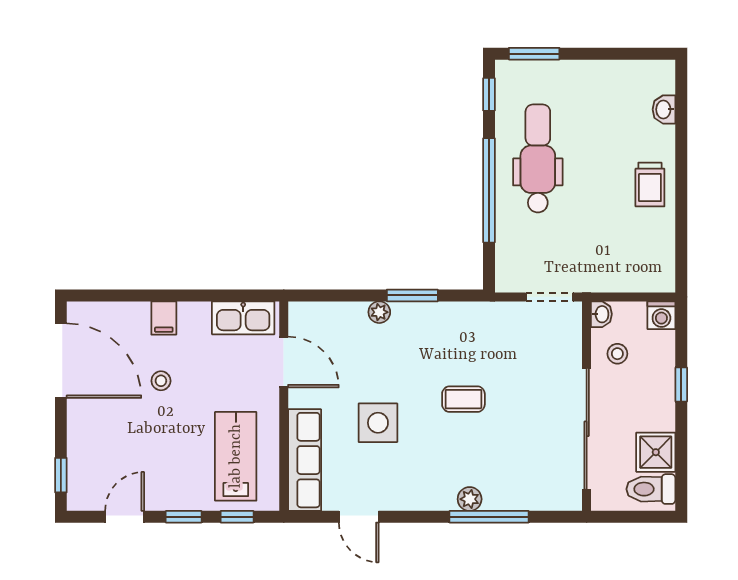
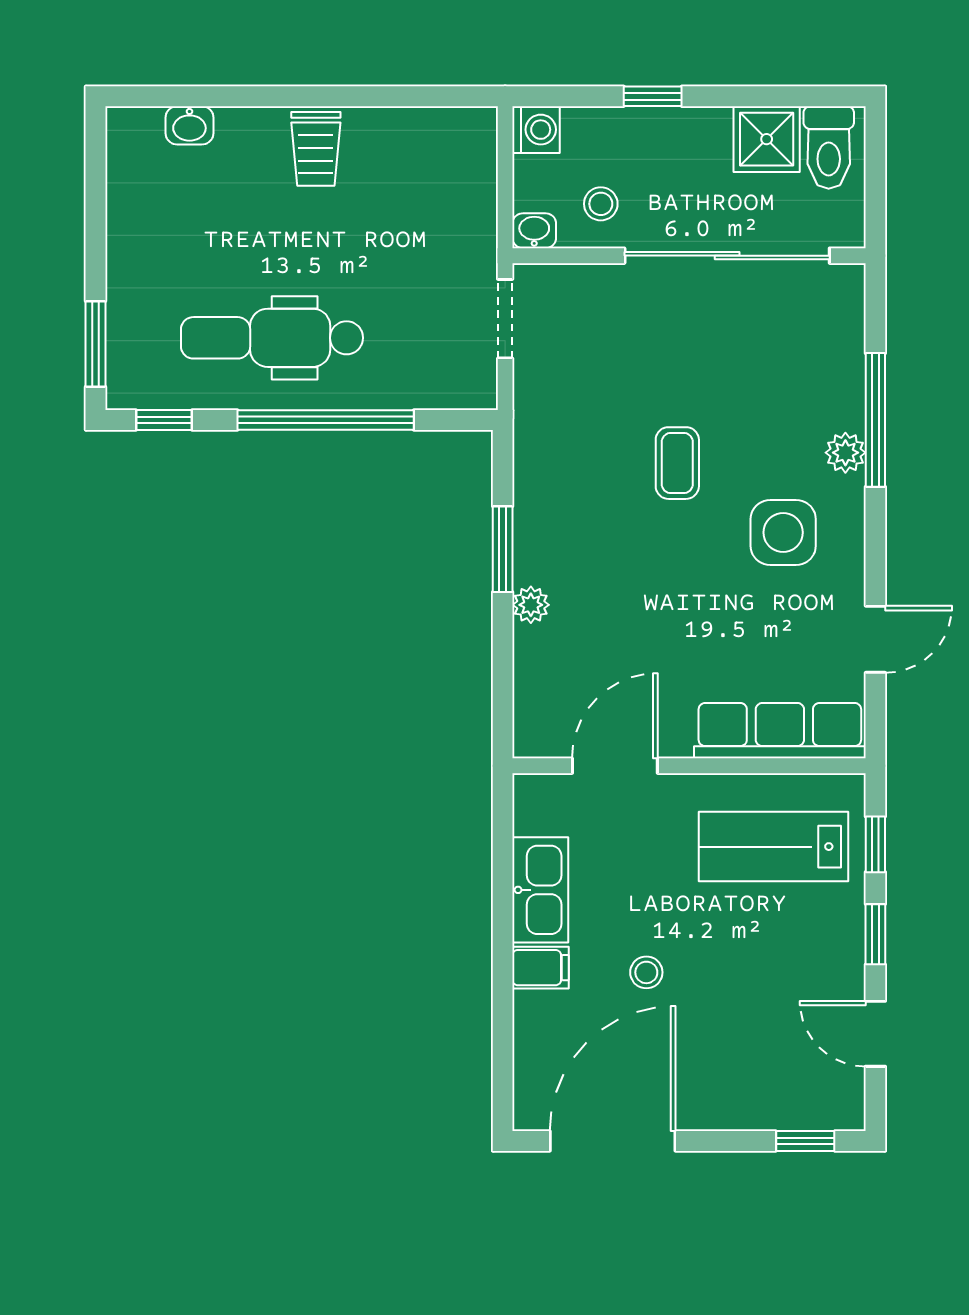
trolley: (650, 185) -> (316, 149), turned 90
kitchen sink: (243, 318) -> (540, 890), moved
side table: (378, 423) -> (783, 532), moved

